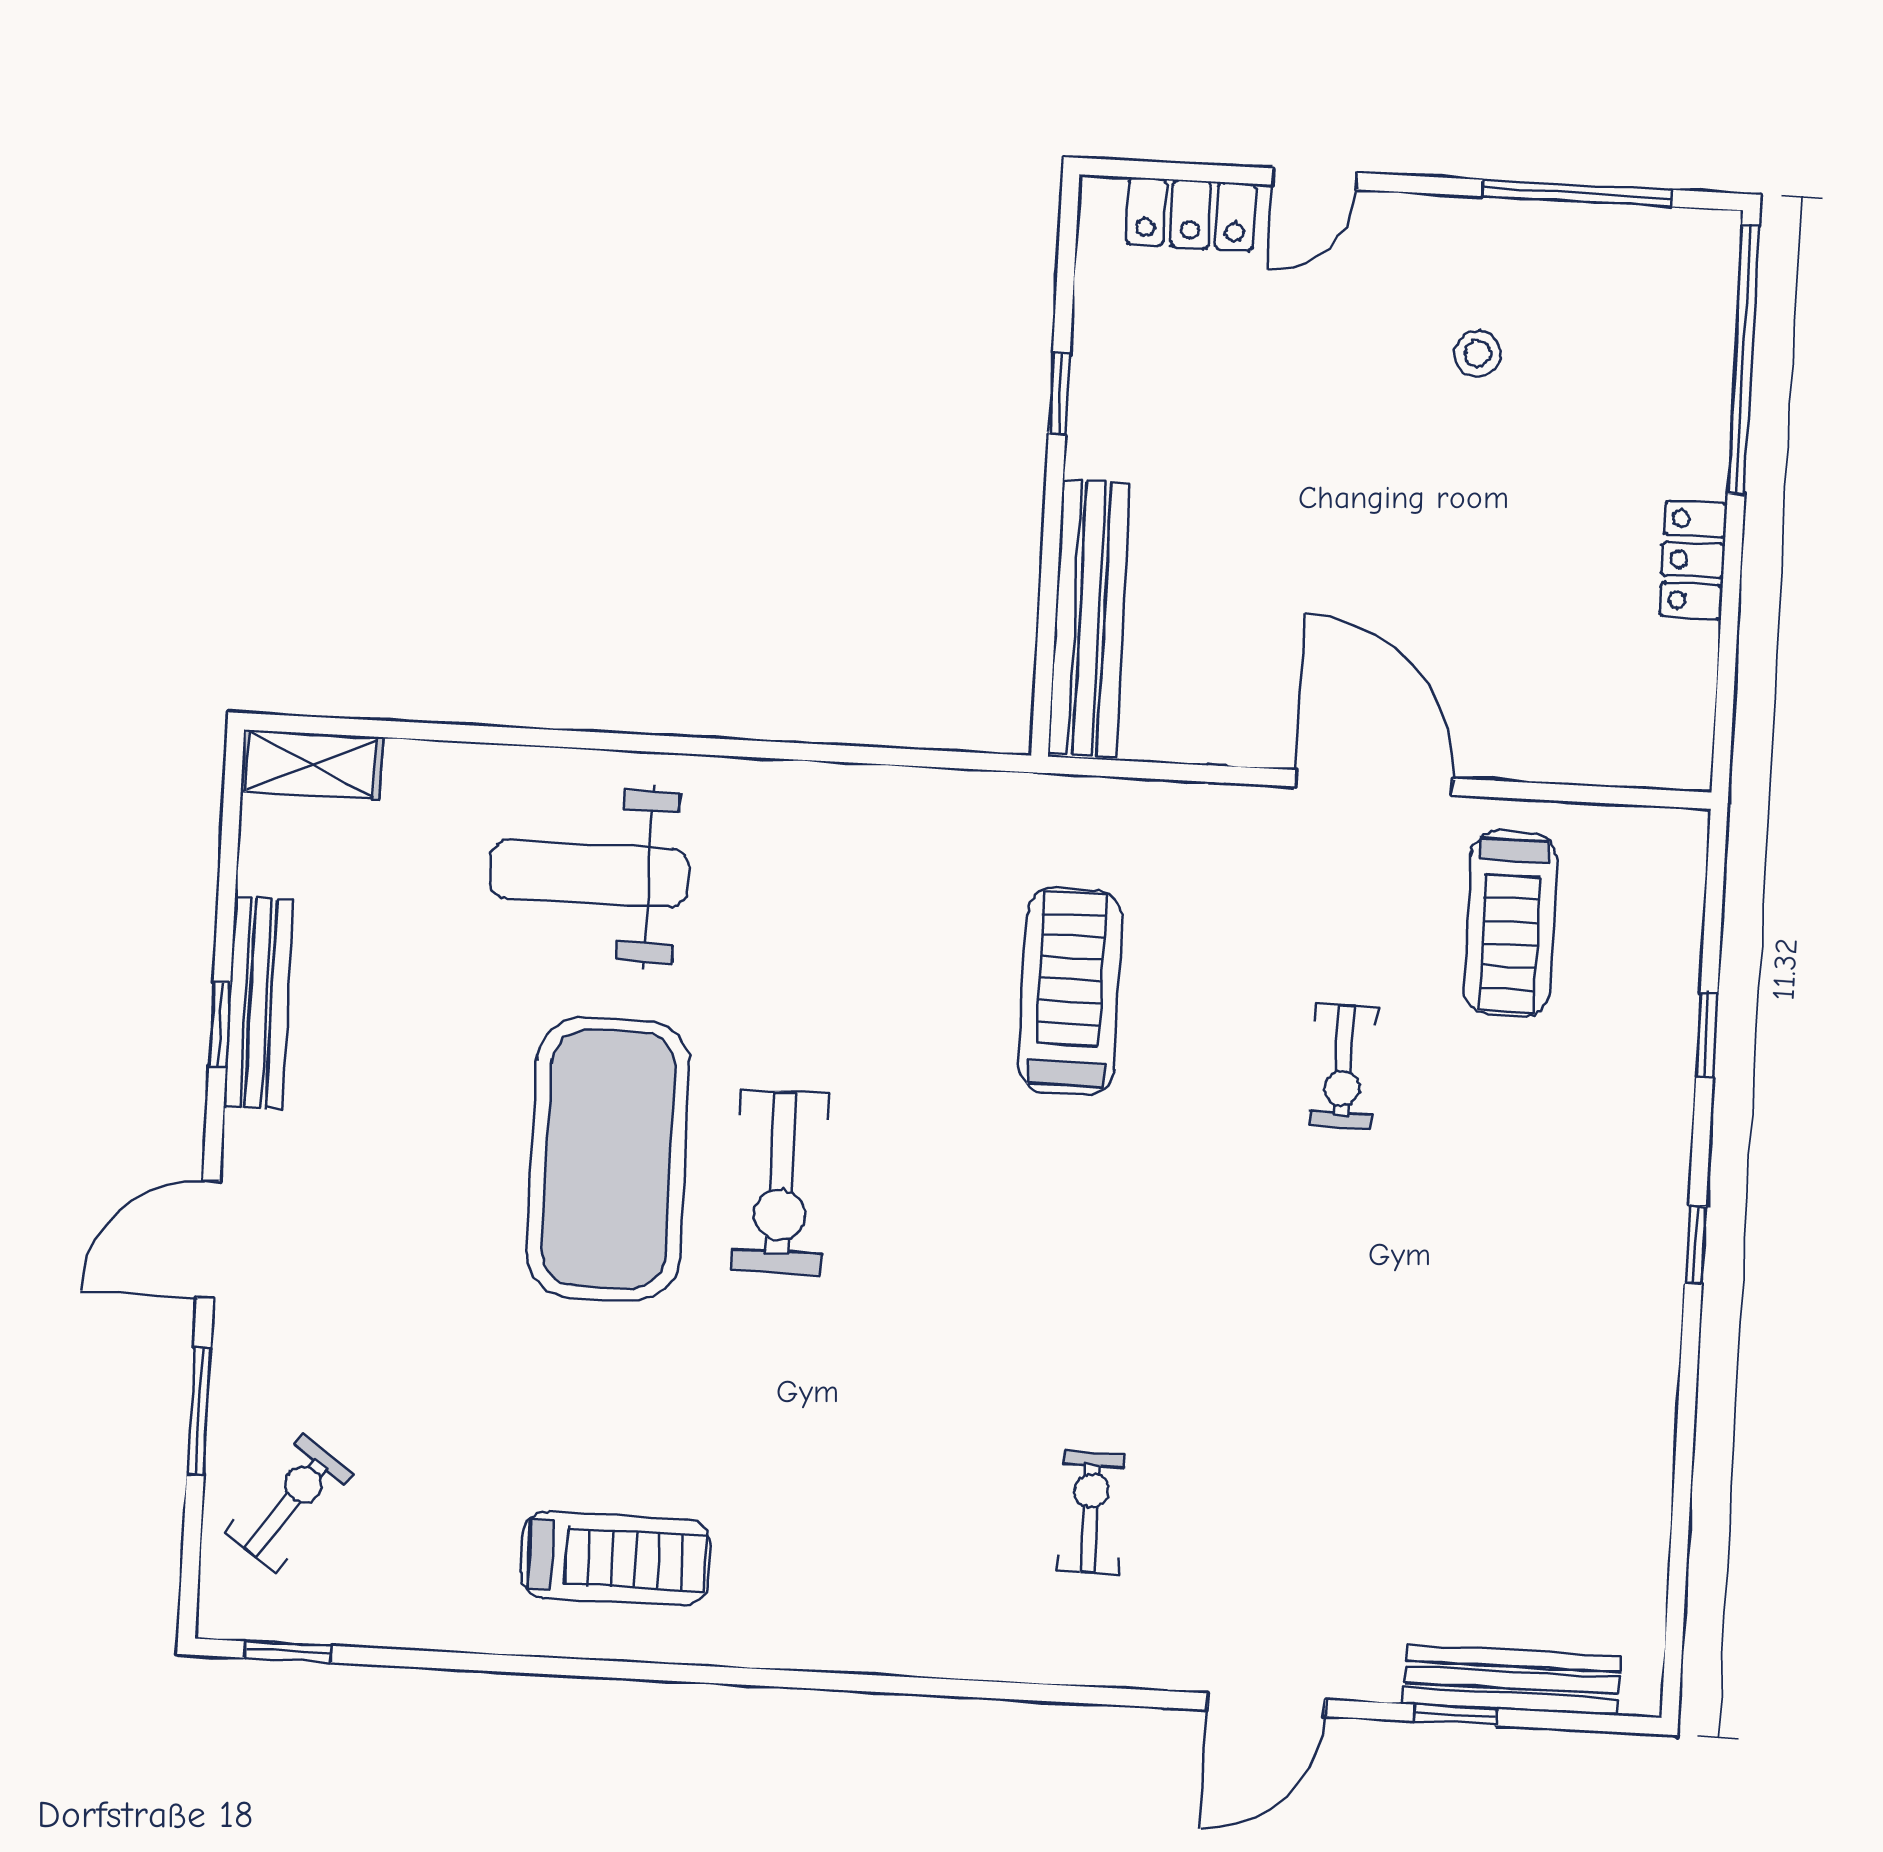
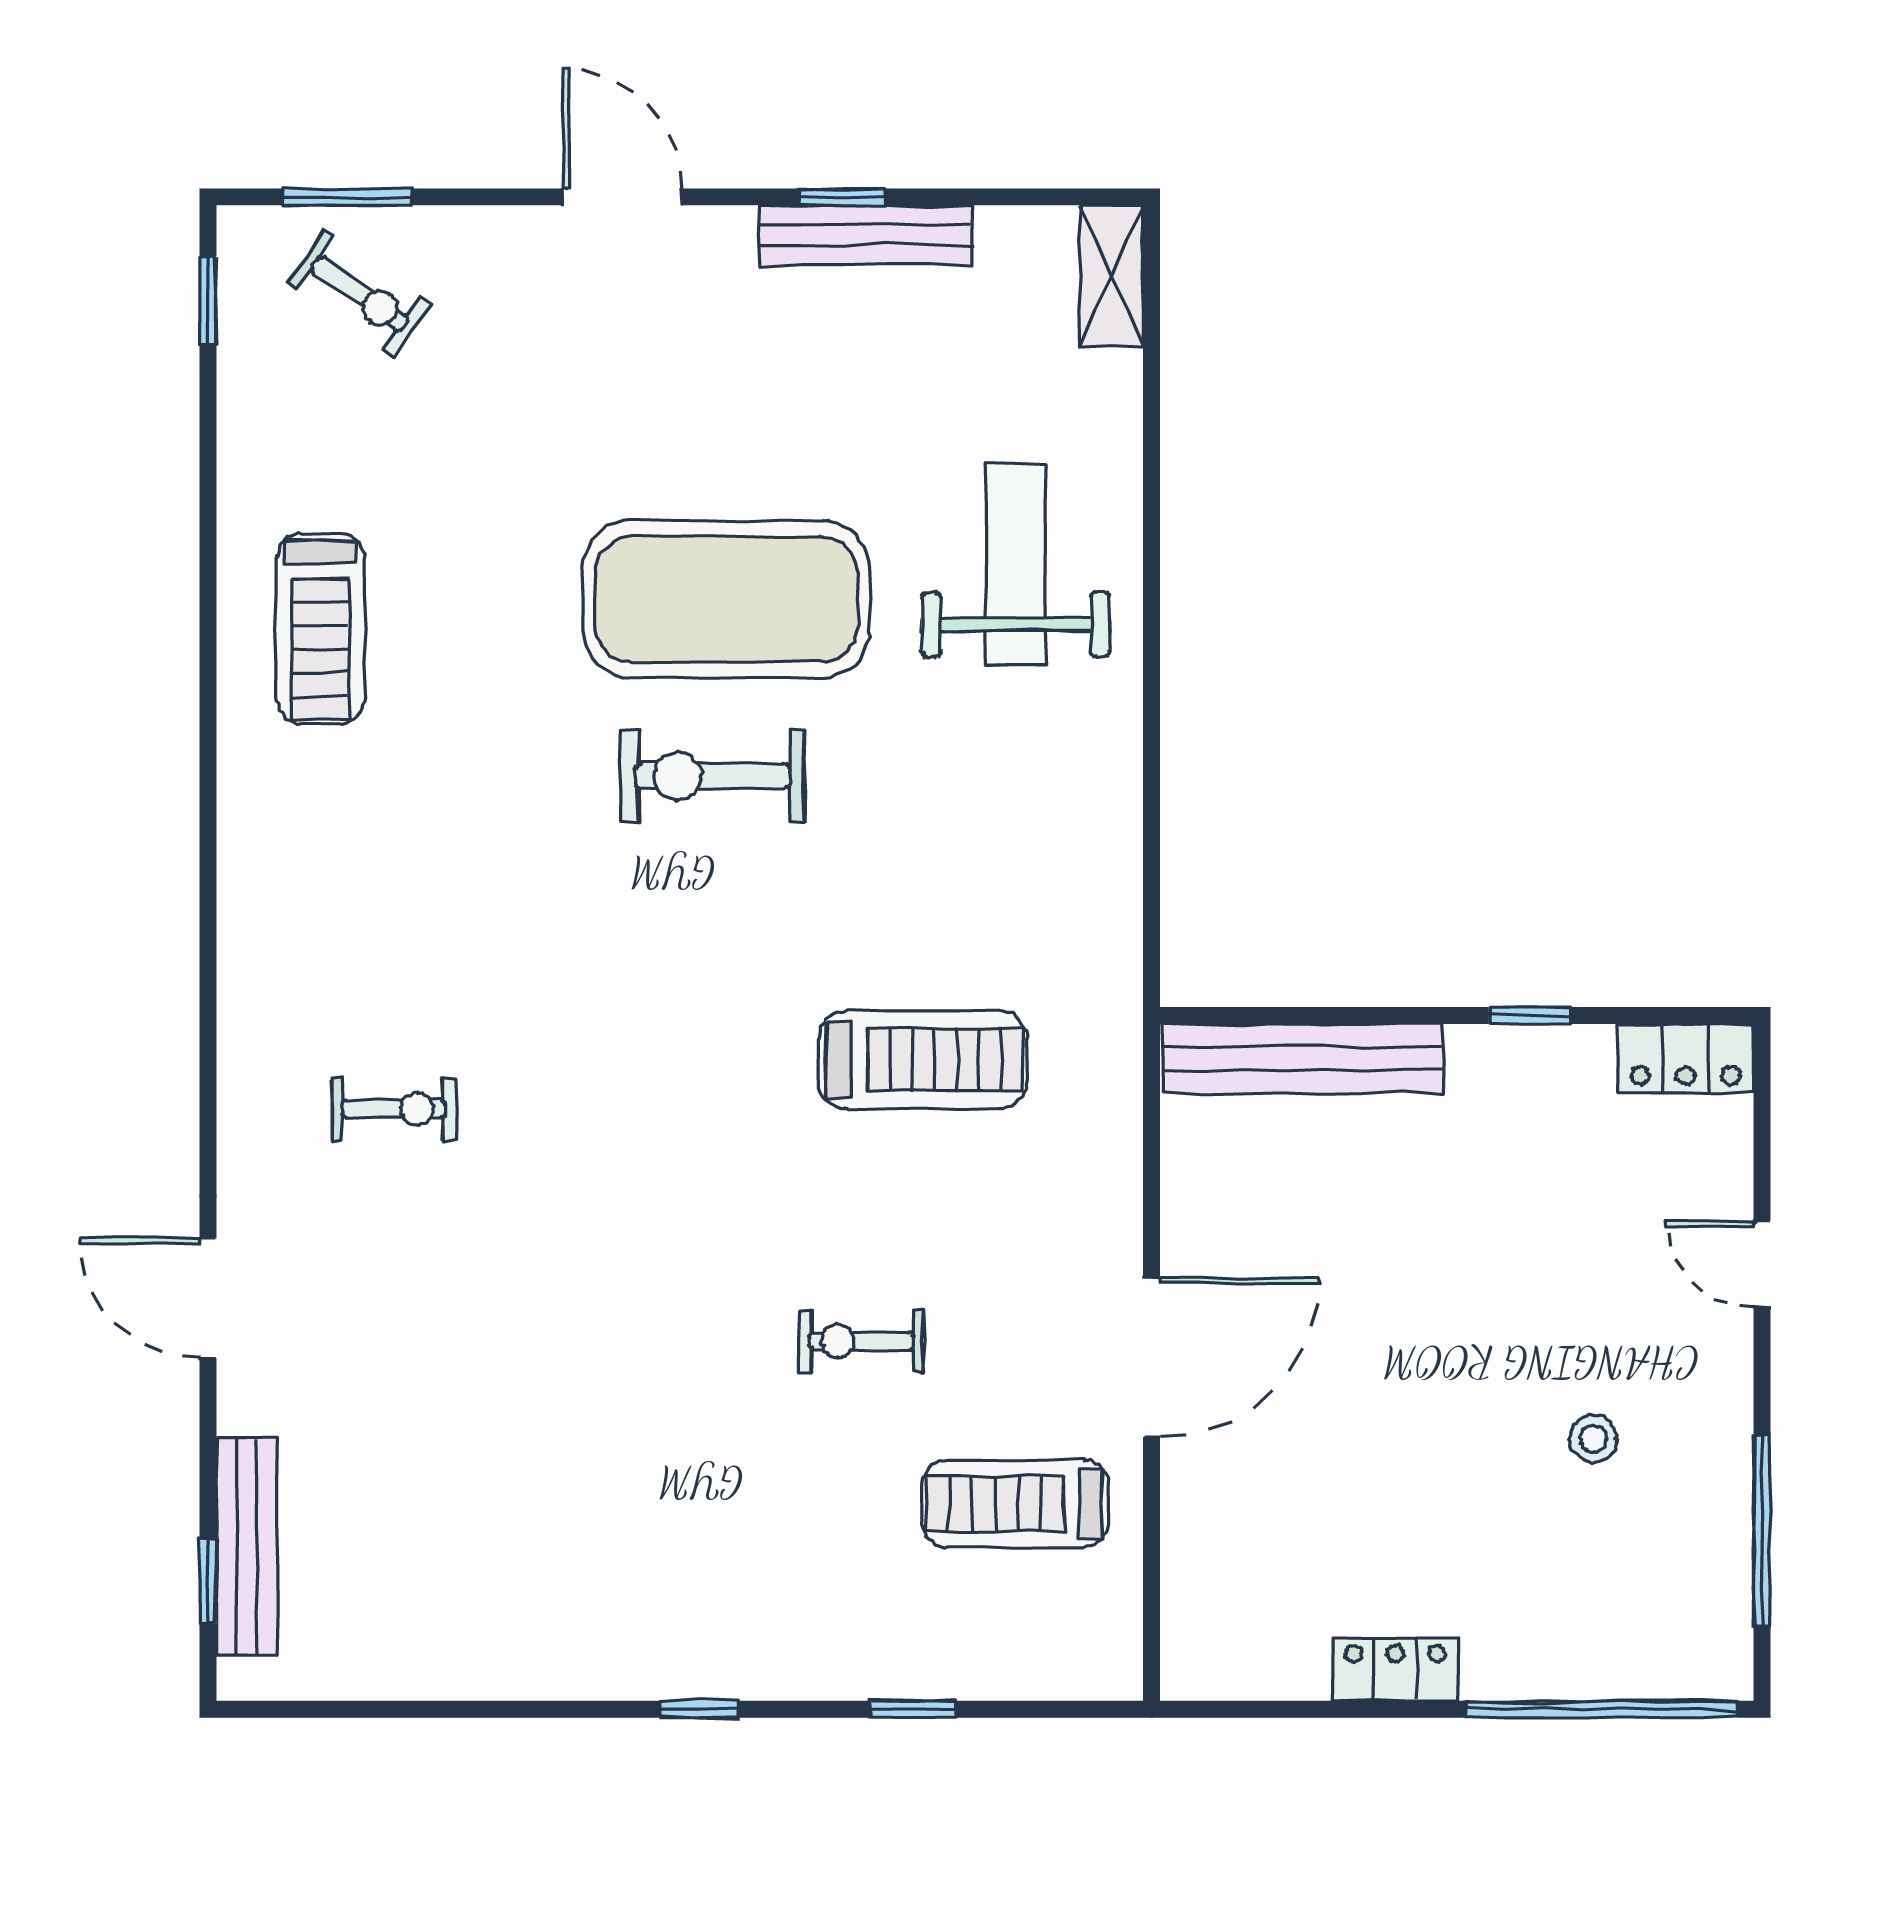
locker: (1191, 214) -> (1686, 1058), moved, turned -90
window: (199, 1411) -> (347, 197), moved
window: (1456, 1715) -> (208, 1582), moved

